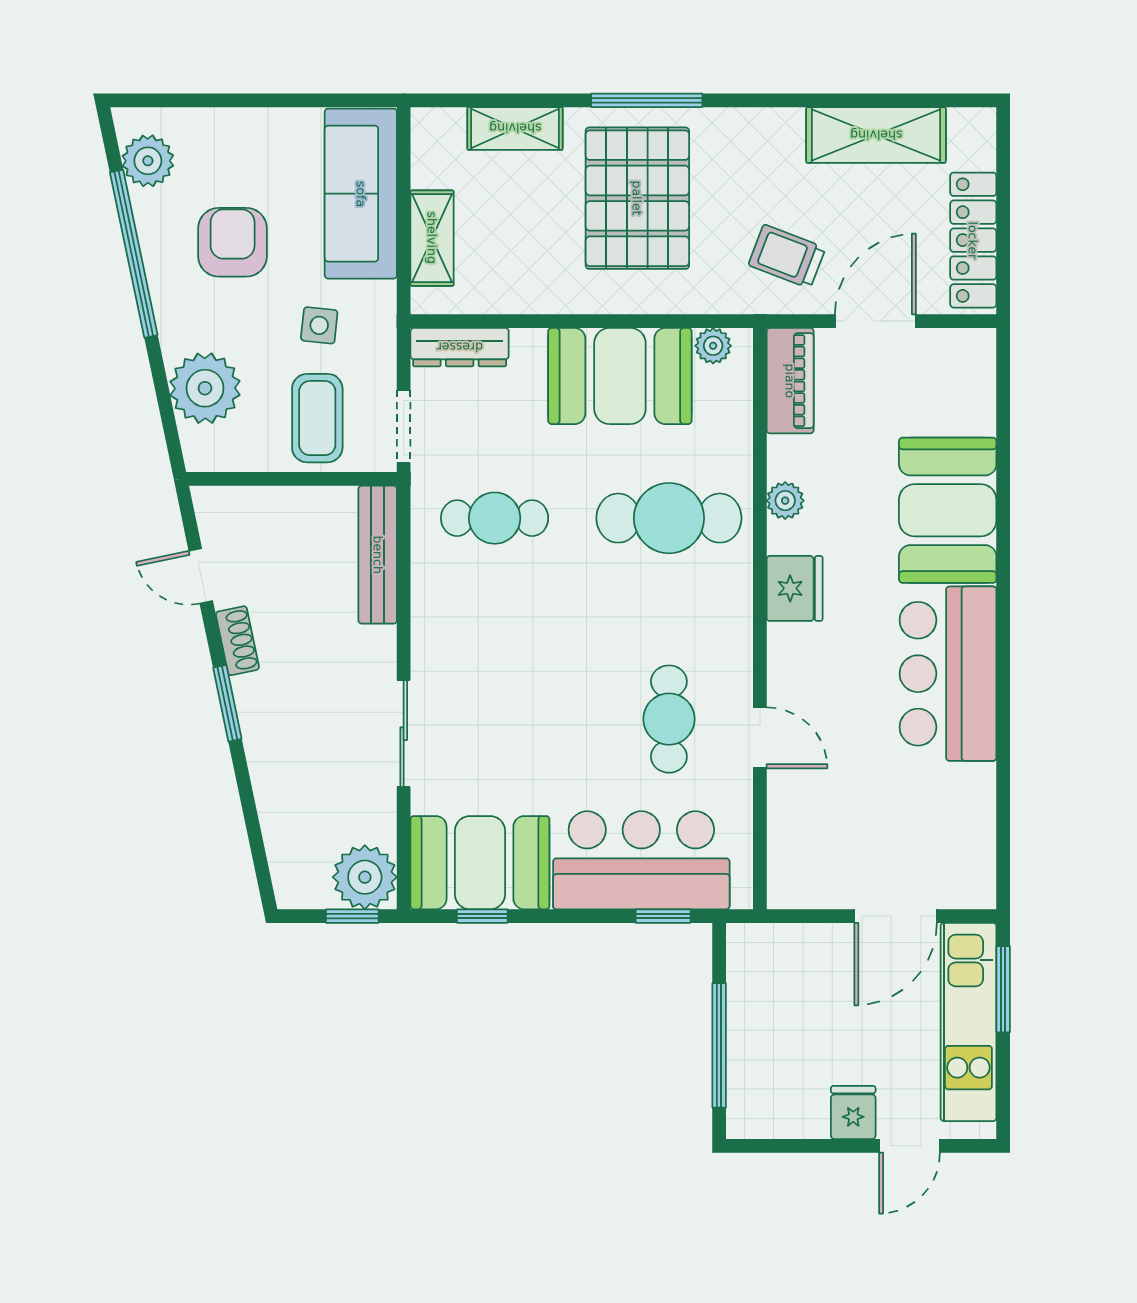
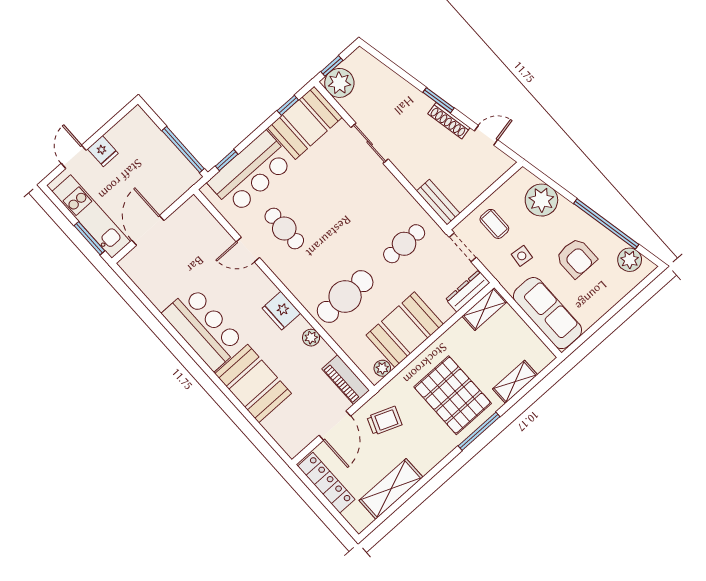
shelving: (432, 238) -> (485, 309), moved, turned 90
coffee table: (317, 418) -> (494, 224), width x0.73, depth x0.77
bench: (378, 555) -> (438, 202), width x0.73
shoe rack: (237, 641) -> (449, 121), width x1.43
window: (719, 1045) -> (183, 150), moved

